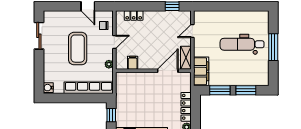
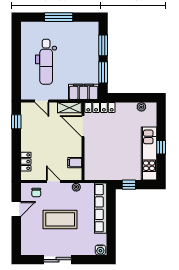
sliding door: (39, 36) -> (57, 260), moved
dental chair: (242, 44) -> (46, 62), moved
locker: (186, 107) -> (100, 107), moved

